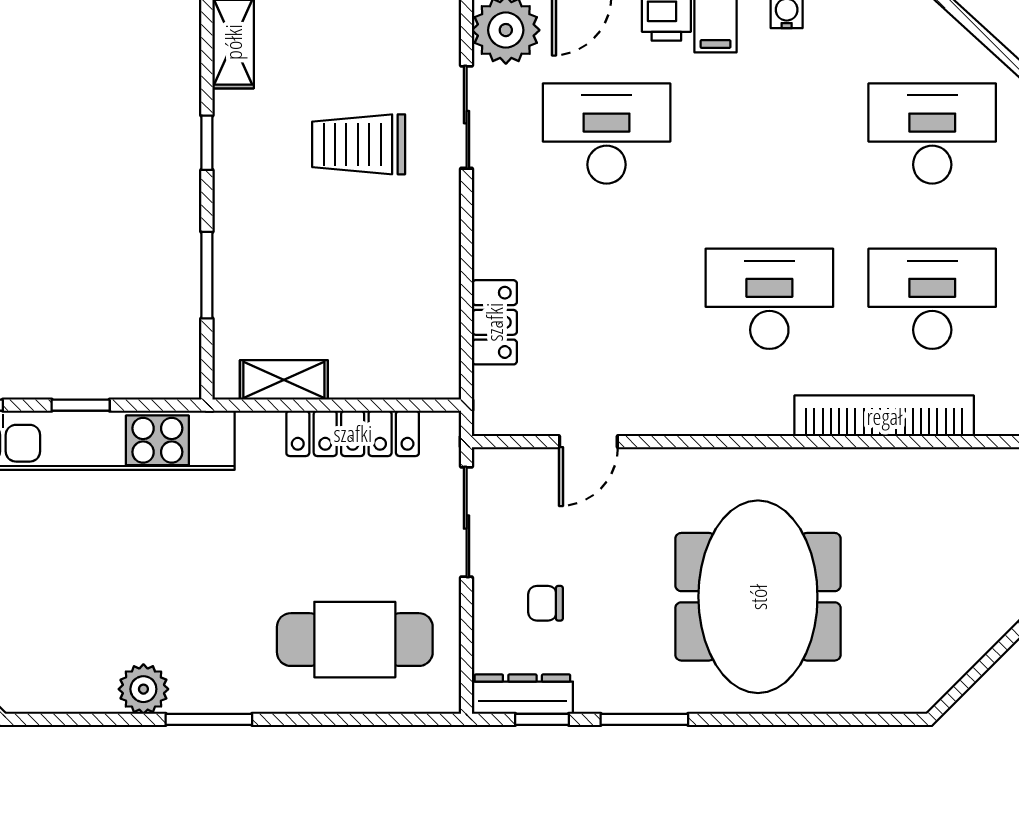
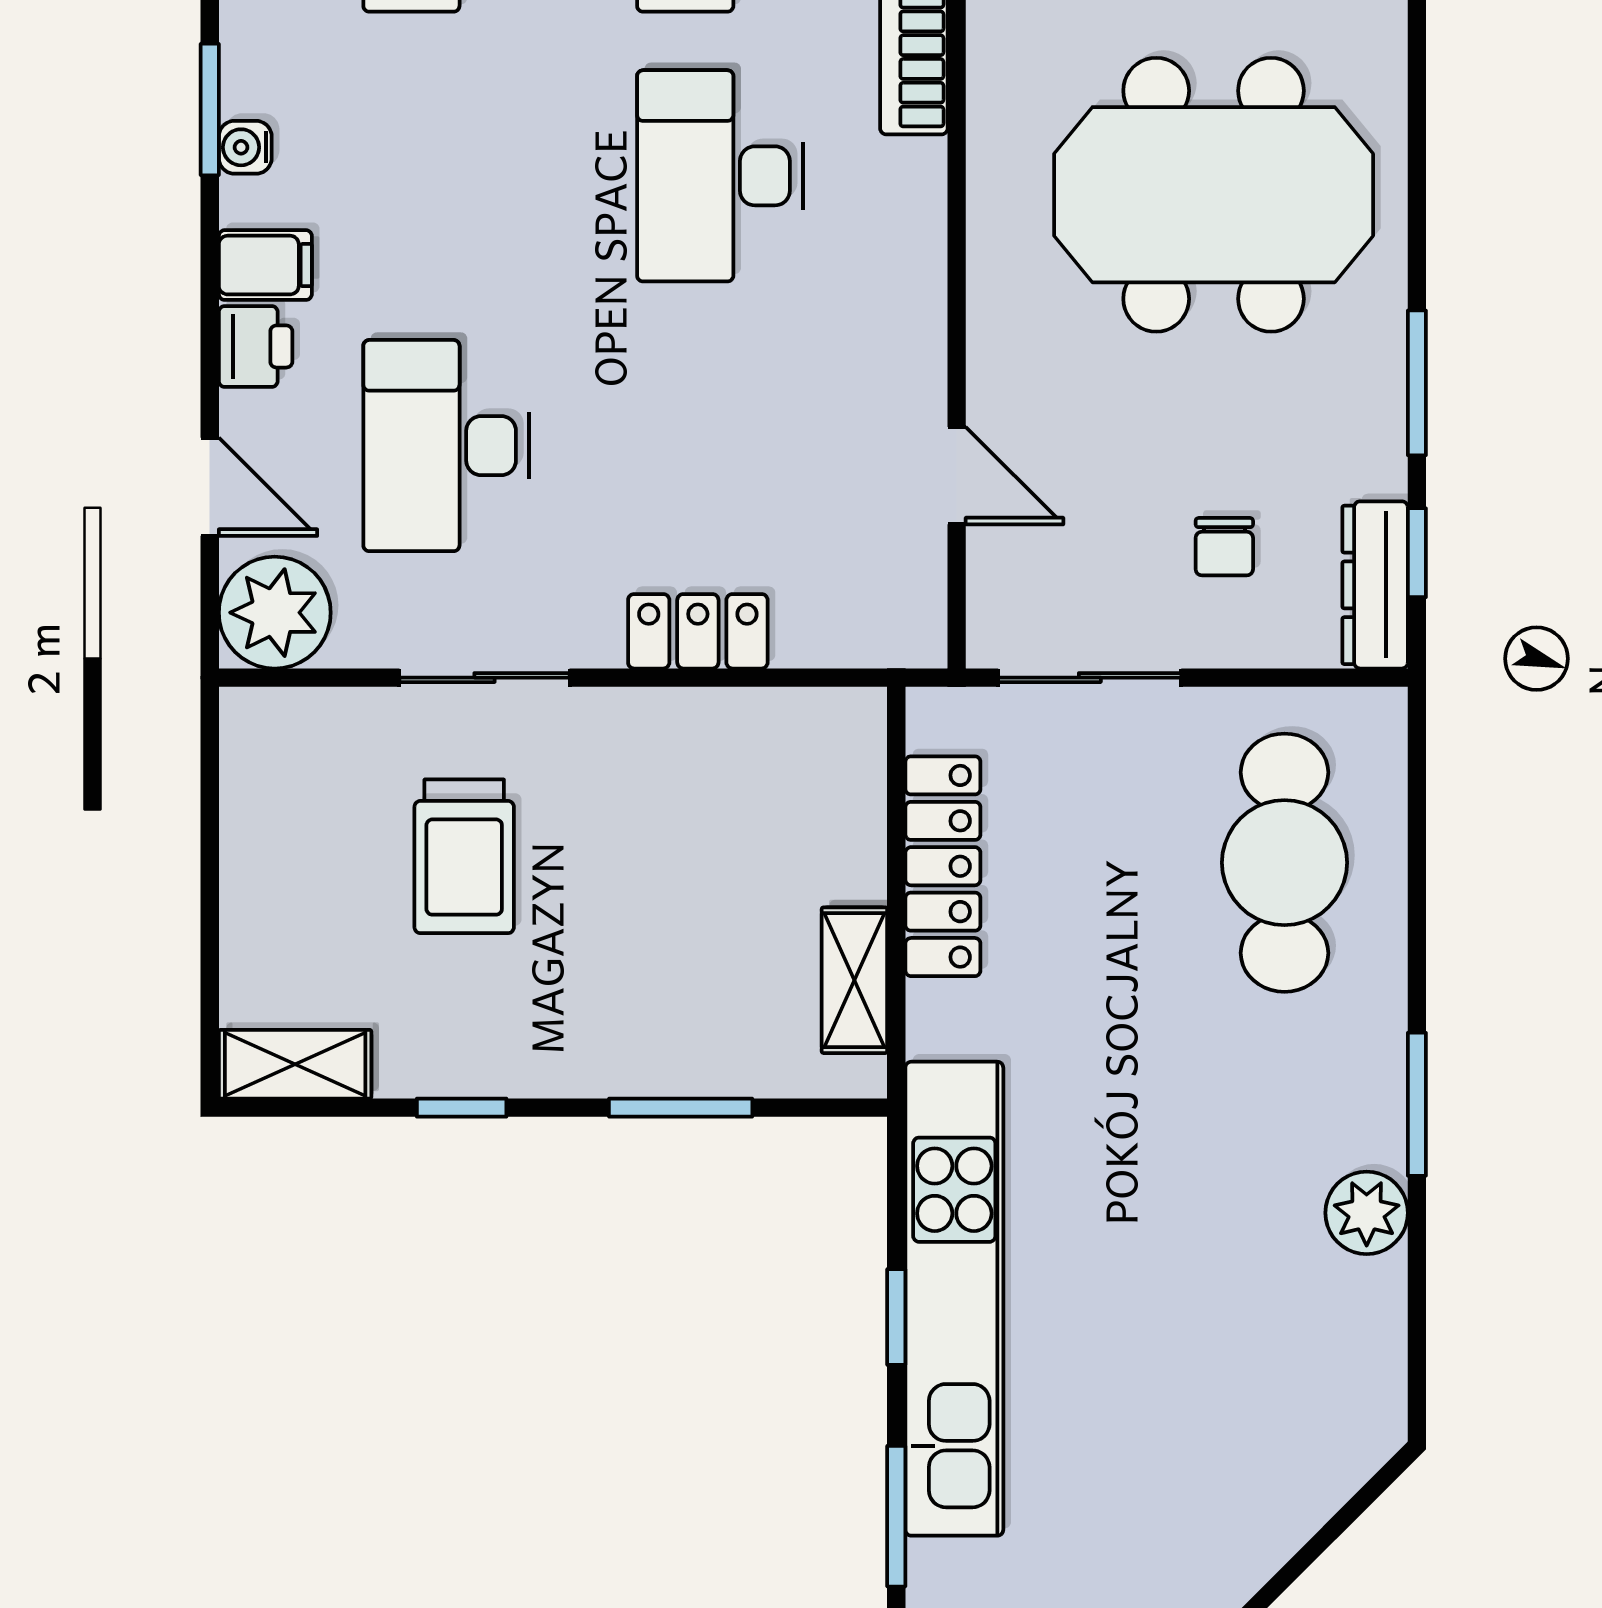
sliding door: (467, 117) -> (485, 678), moved
locker: (494, 322) -> (698, 631), moved

